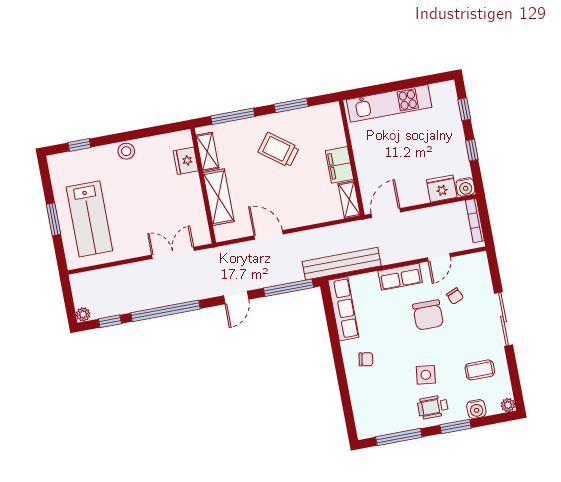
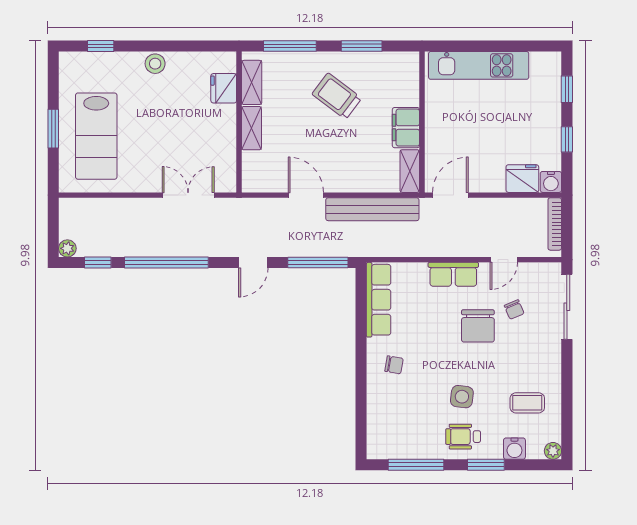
shelving: (219, 197) -> (251, 128), width x0.67, depth x0.75
bench: (342, 264) -> (372, 209), moved
sliding door: (504, 319) -> (567, 307), moved

